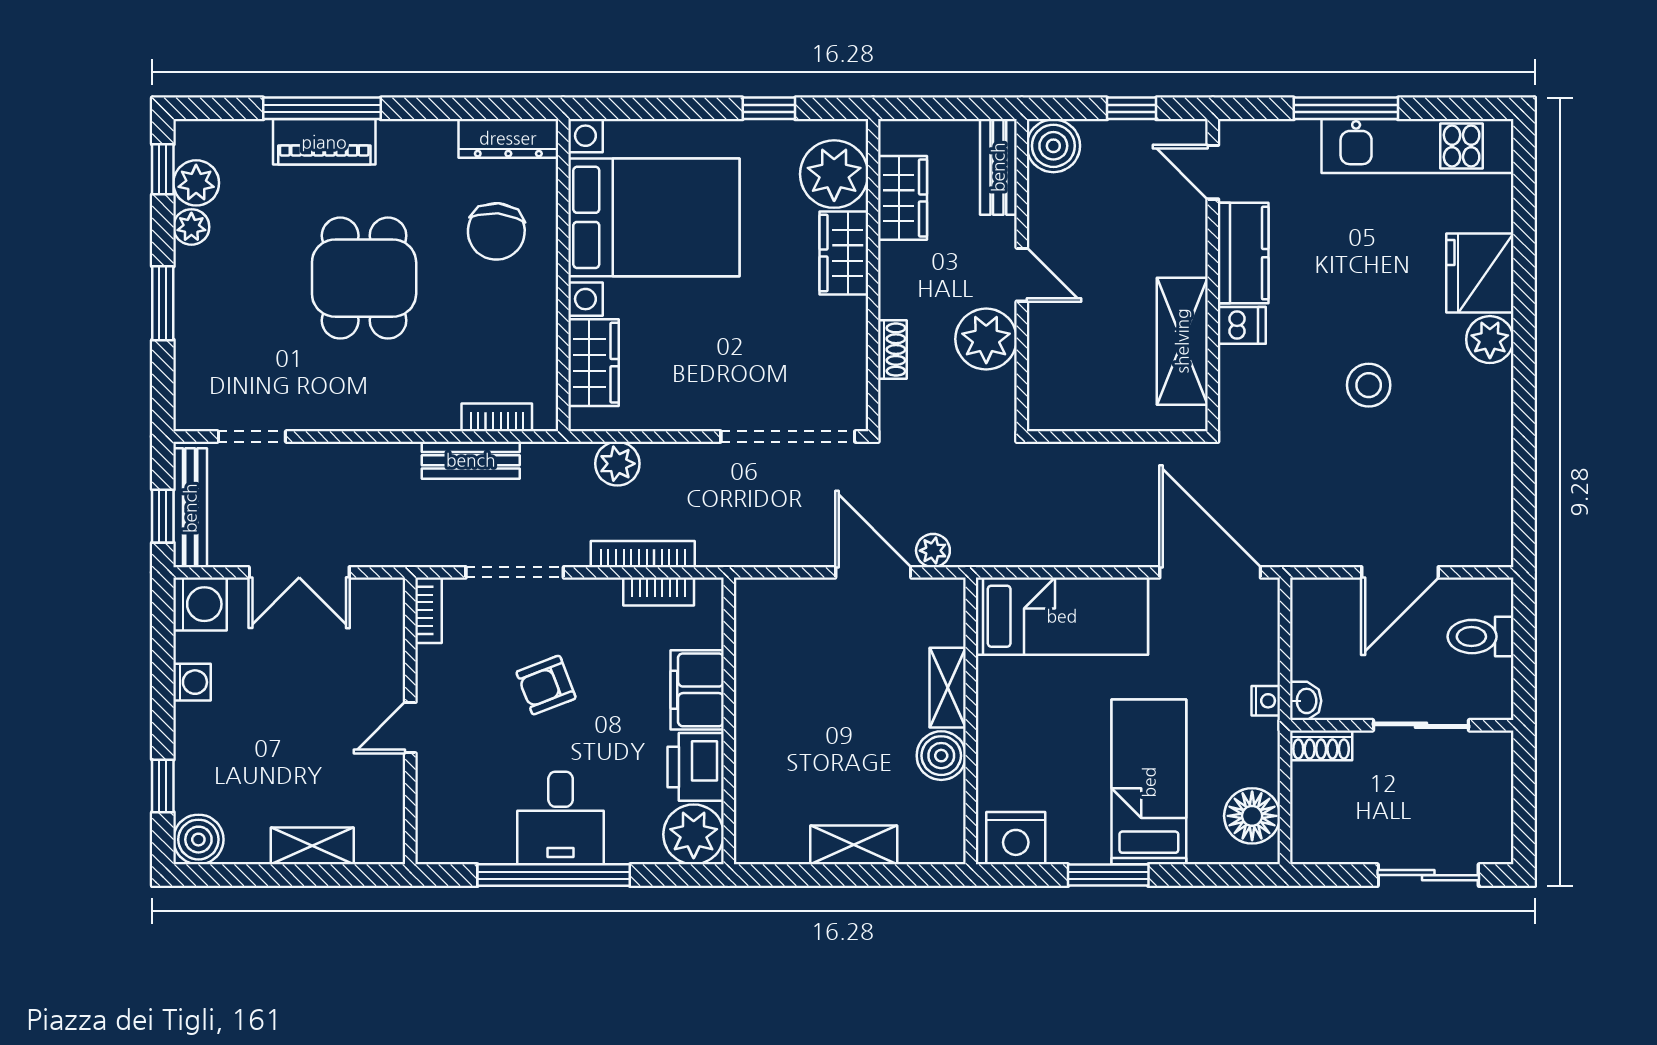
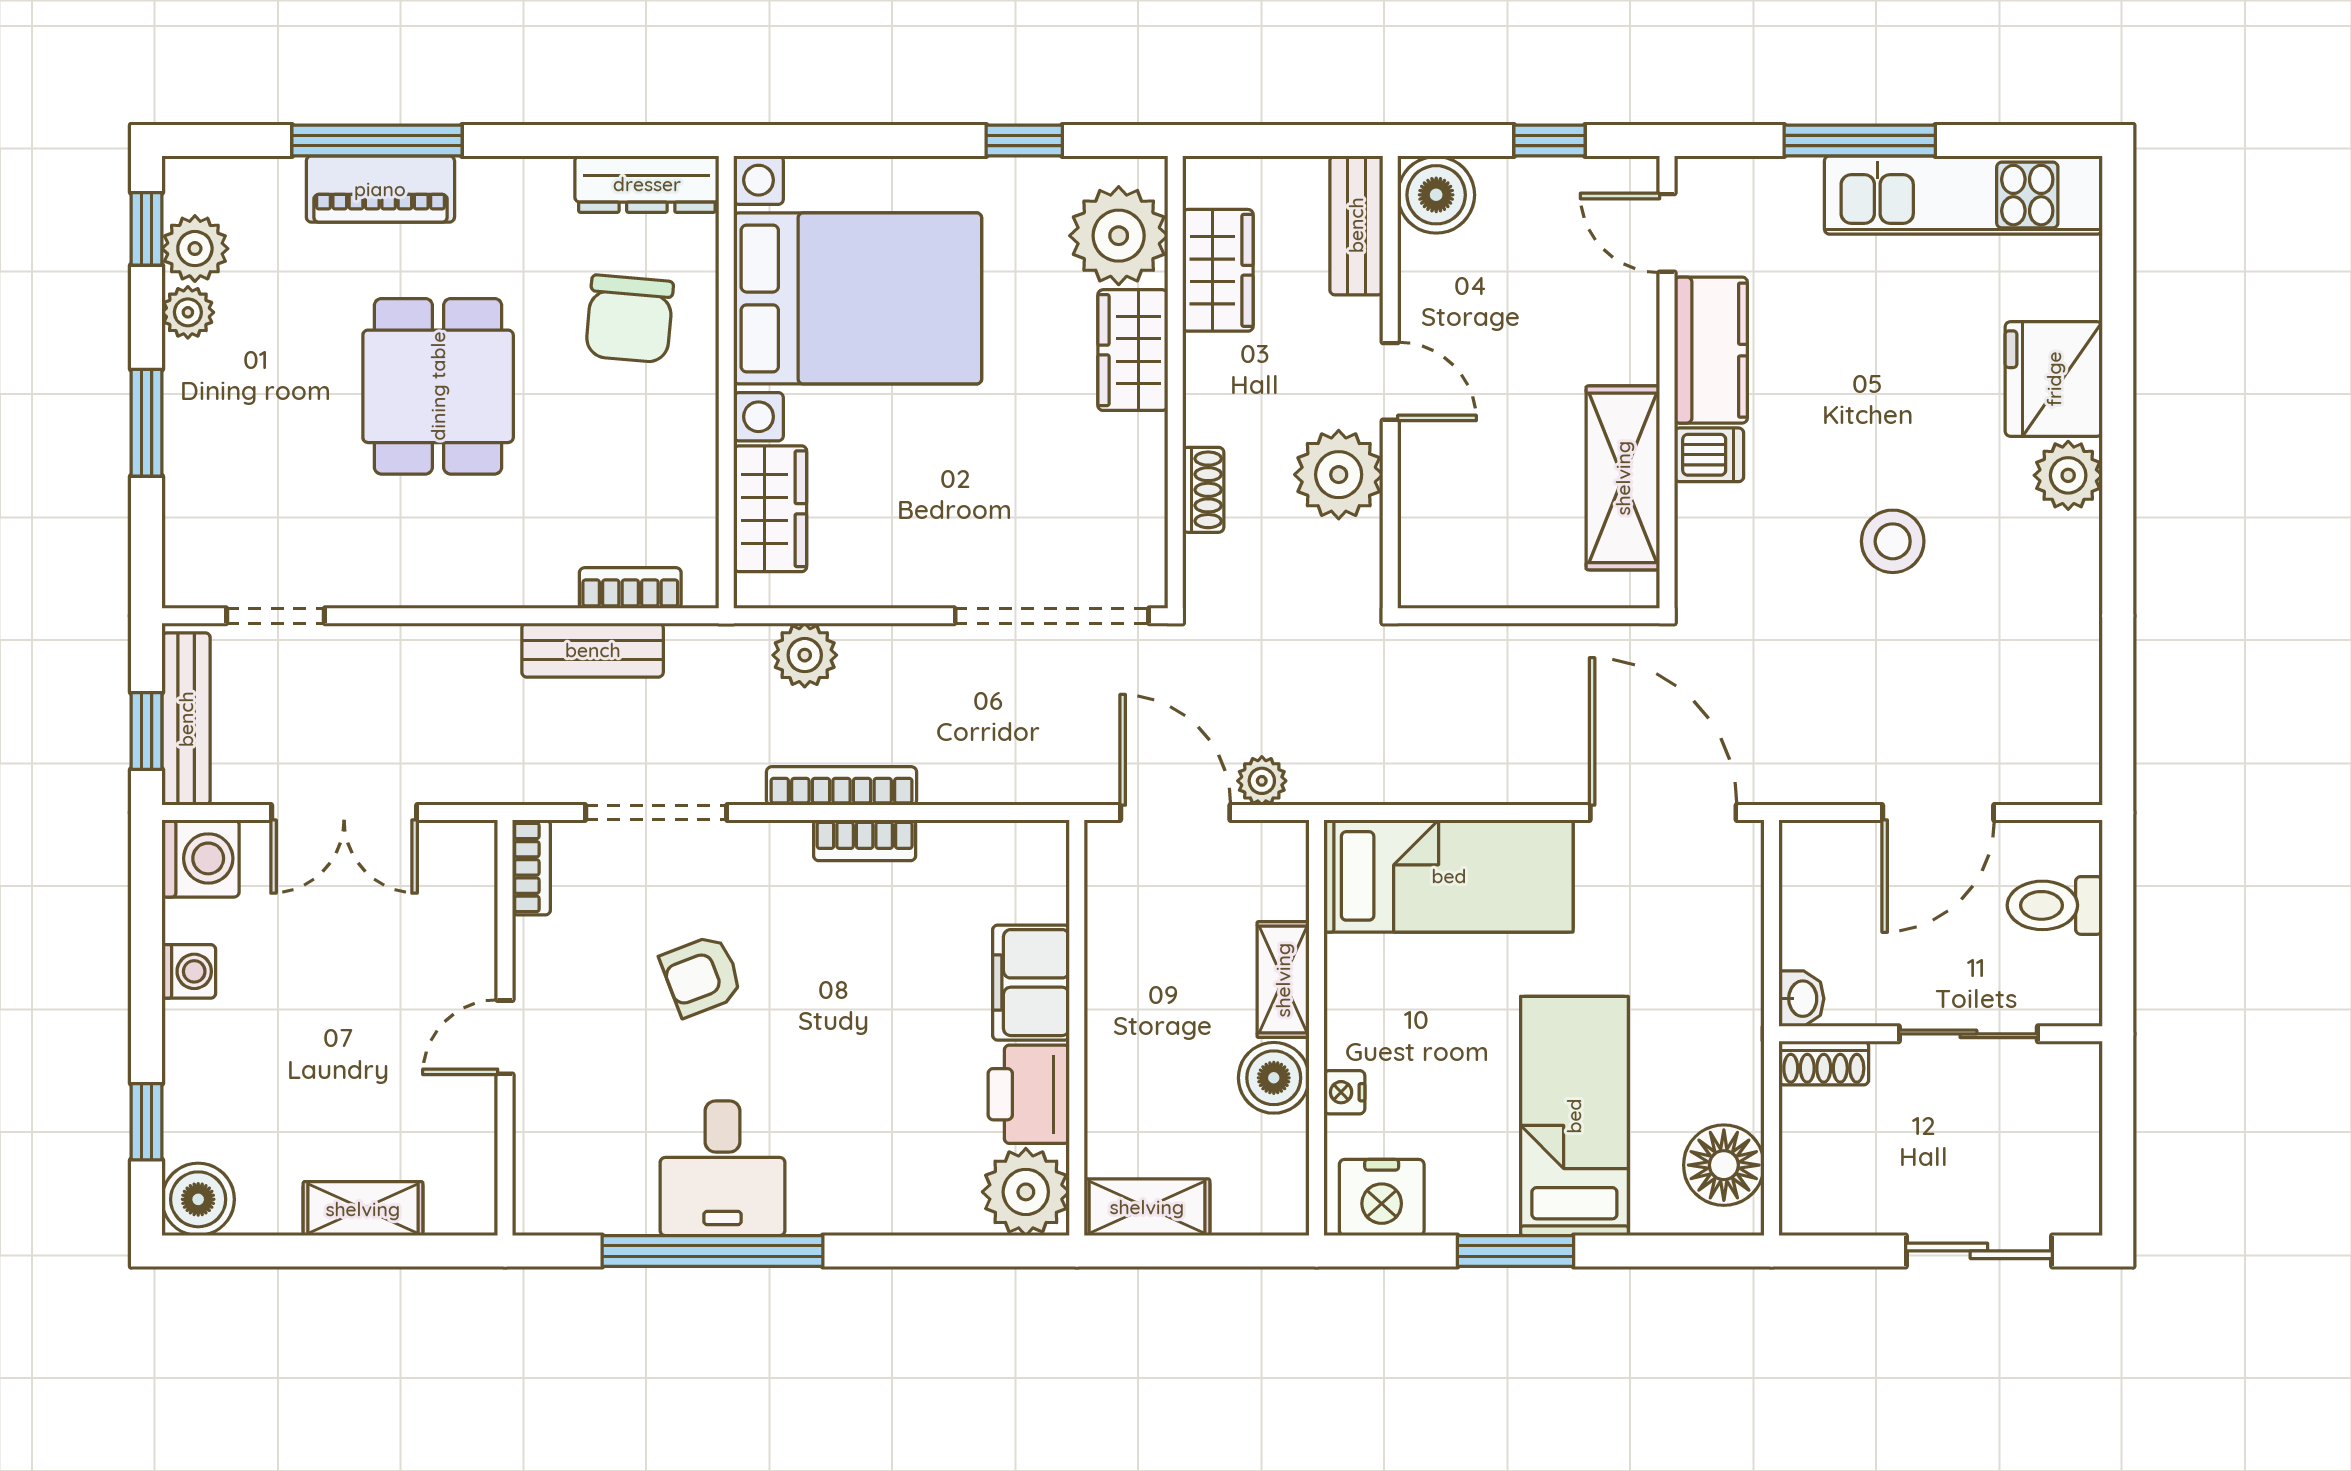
filing cabinet: (697, 690) -> (1031, 983), moved
nightstand: (1266, 701) -> (1344, 1092), moved, turned 180
wall: (729, 721) -> (1077, 1028), moved
printer: (696, 767) -> (1029, 1094), moved
plant: (694, 834) -> (1026, 1192), moved

